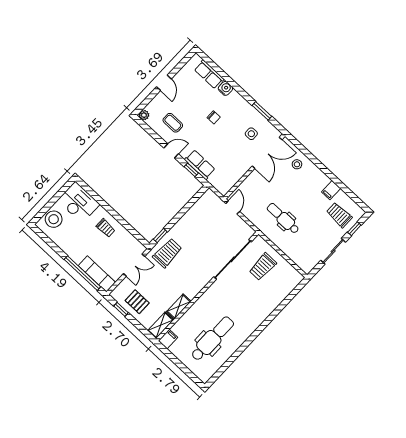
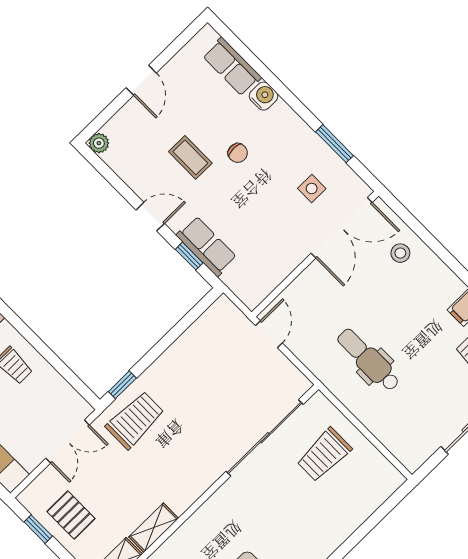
coffee table: (173, 123) -> (190, 157), moved

